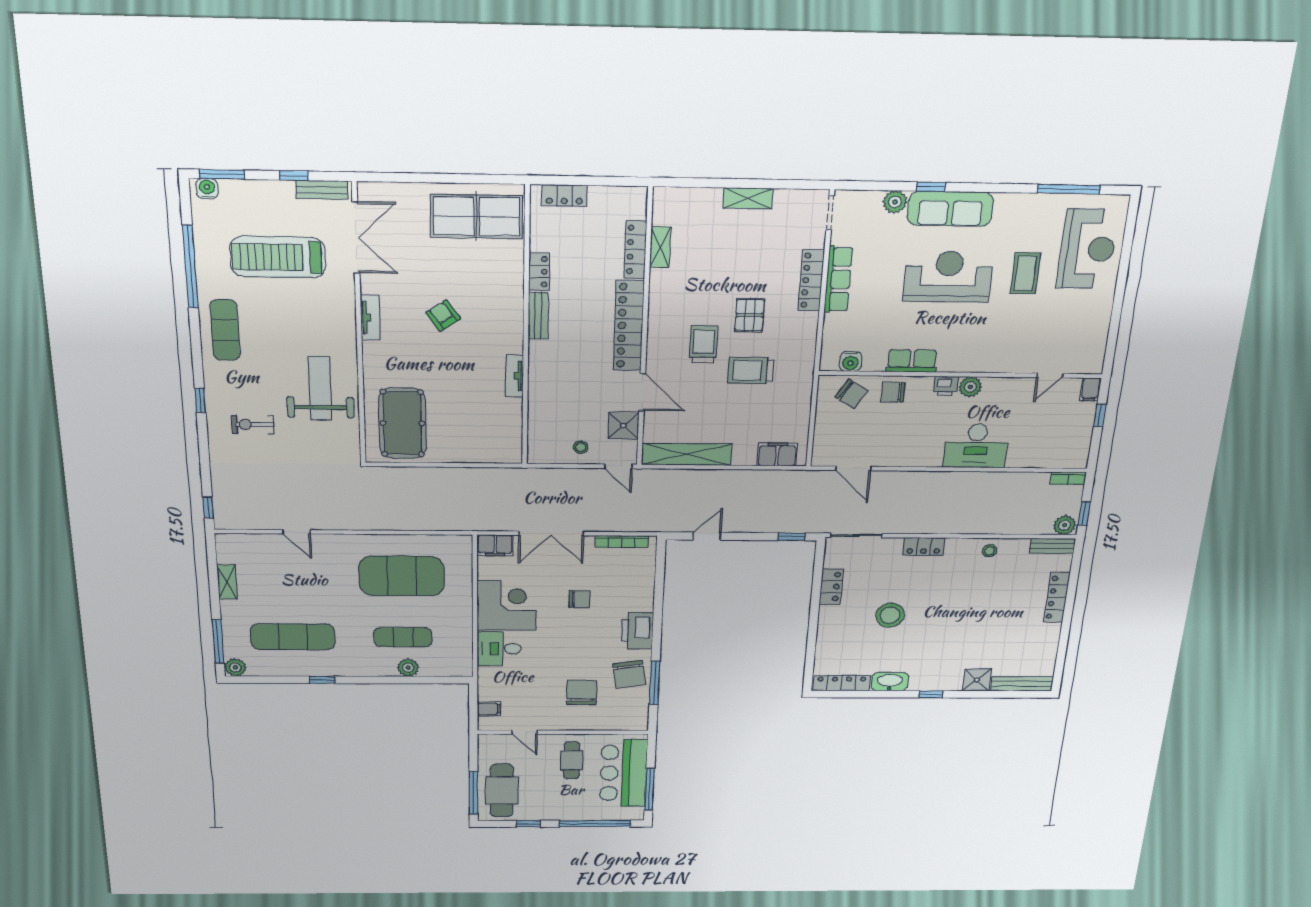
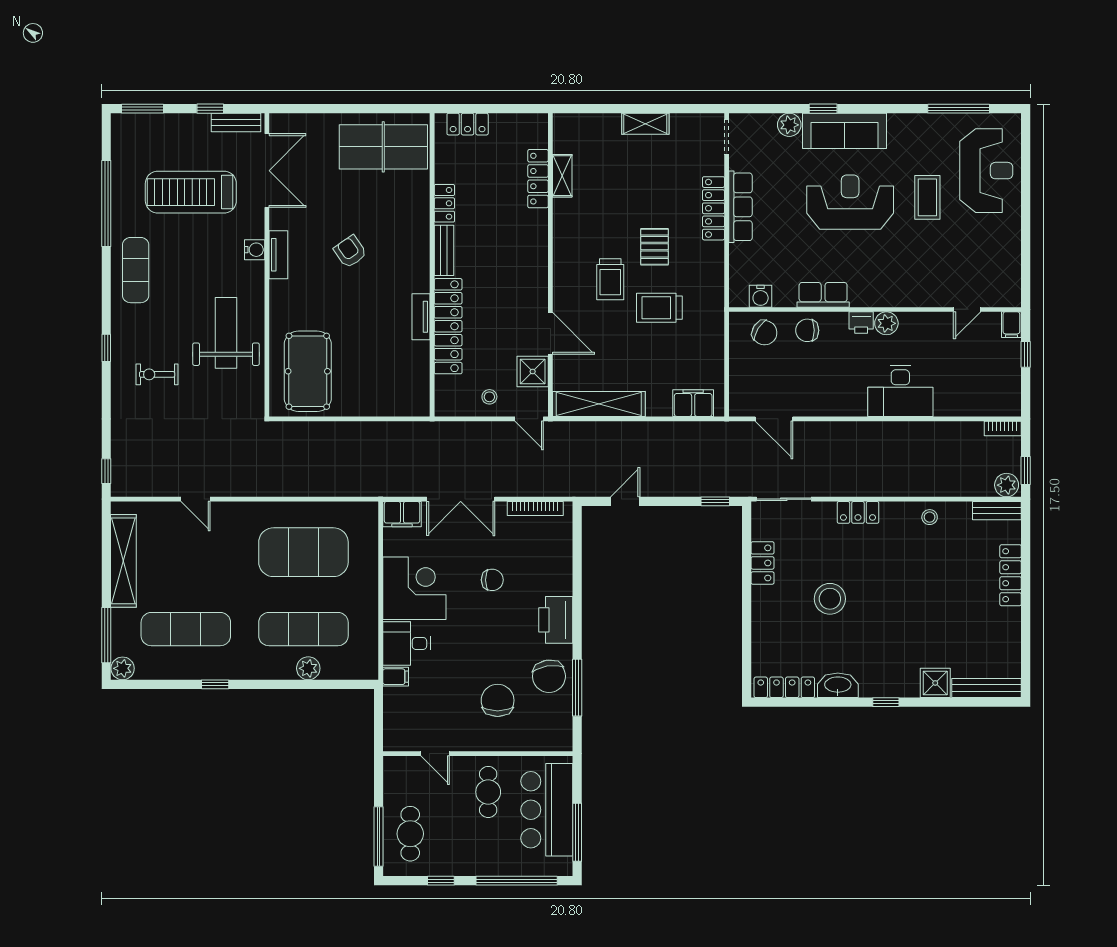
water cooler: (207, 189) -> (255, 250), moved, turned 90
locker: (629, 326) -> (448, 326), moved, turned 180
trolley: (704, 344) -> (610, 279), turned 180
shelving: (227, 582) -> (123, 561), width x2.20, depth x1.33
exercise mat: (403, 637) -> (303, 629), width x1.36, depth x1.45
filing cabinet: (489, 709) -> (396, 677), moved
cafe table: (502, 791) -> (410, 834), width x0.73, depth x0.74

